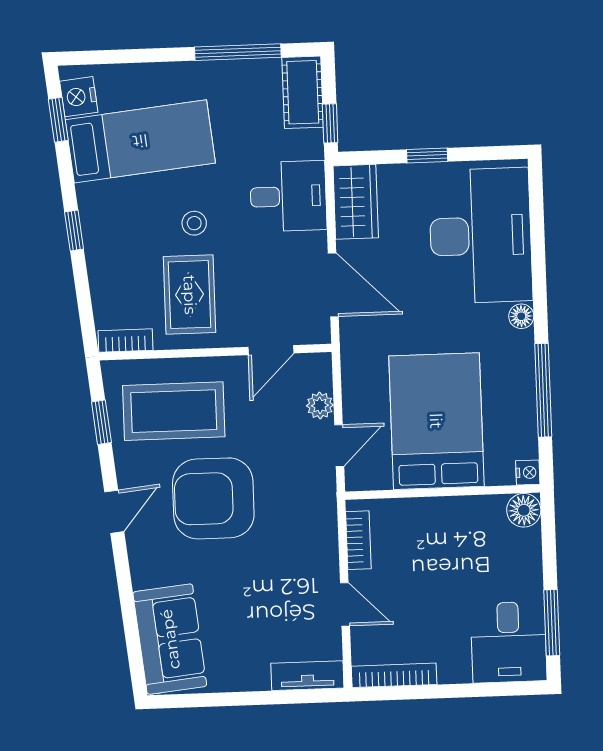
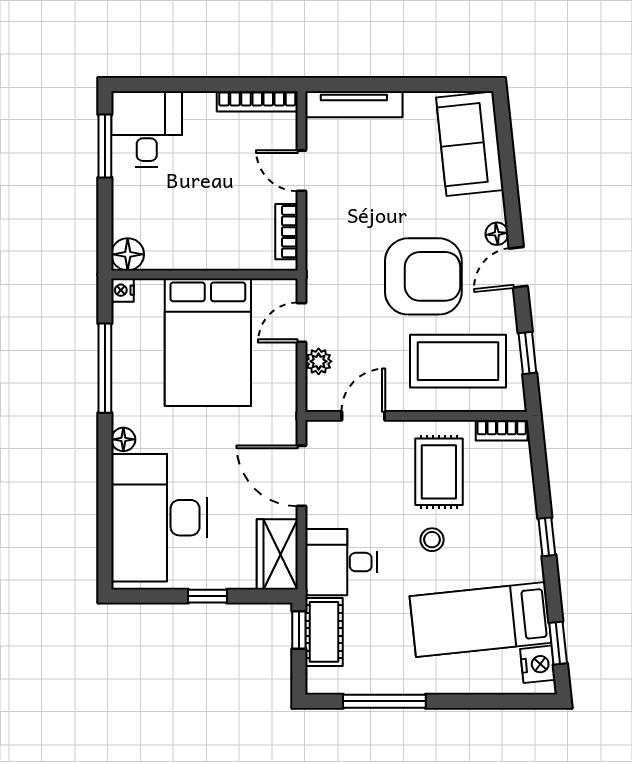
cot: (303, 92) -> (324, 632), moved
floor lamp: (138, 546) -> (497, 234), added
tv unit: (307, 676) -> (354, 104), width x1.41

